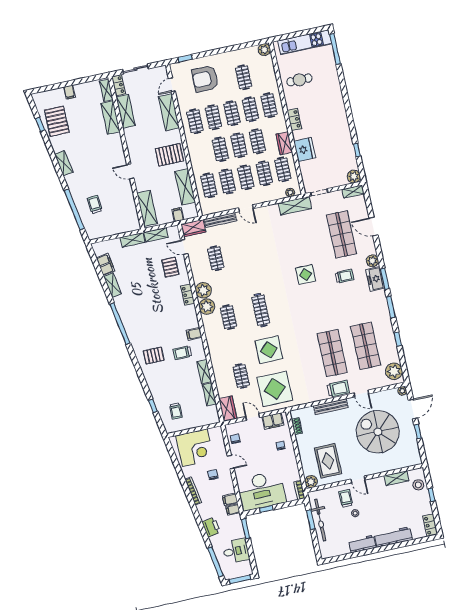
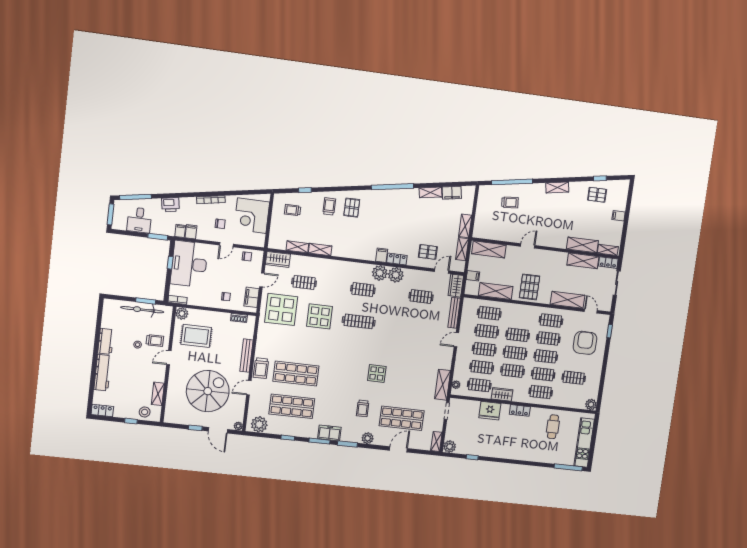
pallet: (57, 121) -> (597, 195), width x0.67, depth x0.71
freezer: (375, 279) -> (329, 433), moved
filing cabinet: (194, 334) -> (382, 255), moved
trolley: (182, 353) -> (329, 206), moved

